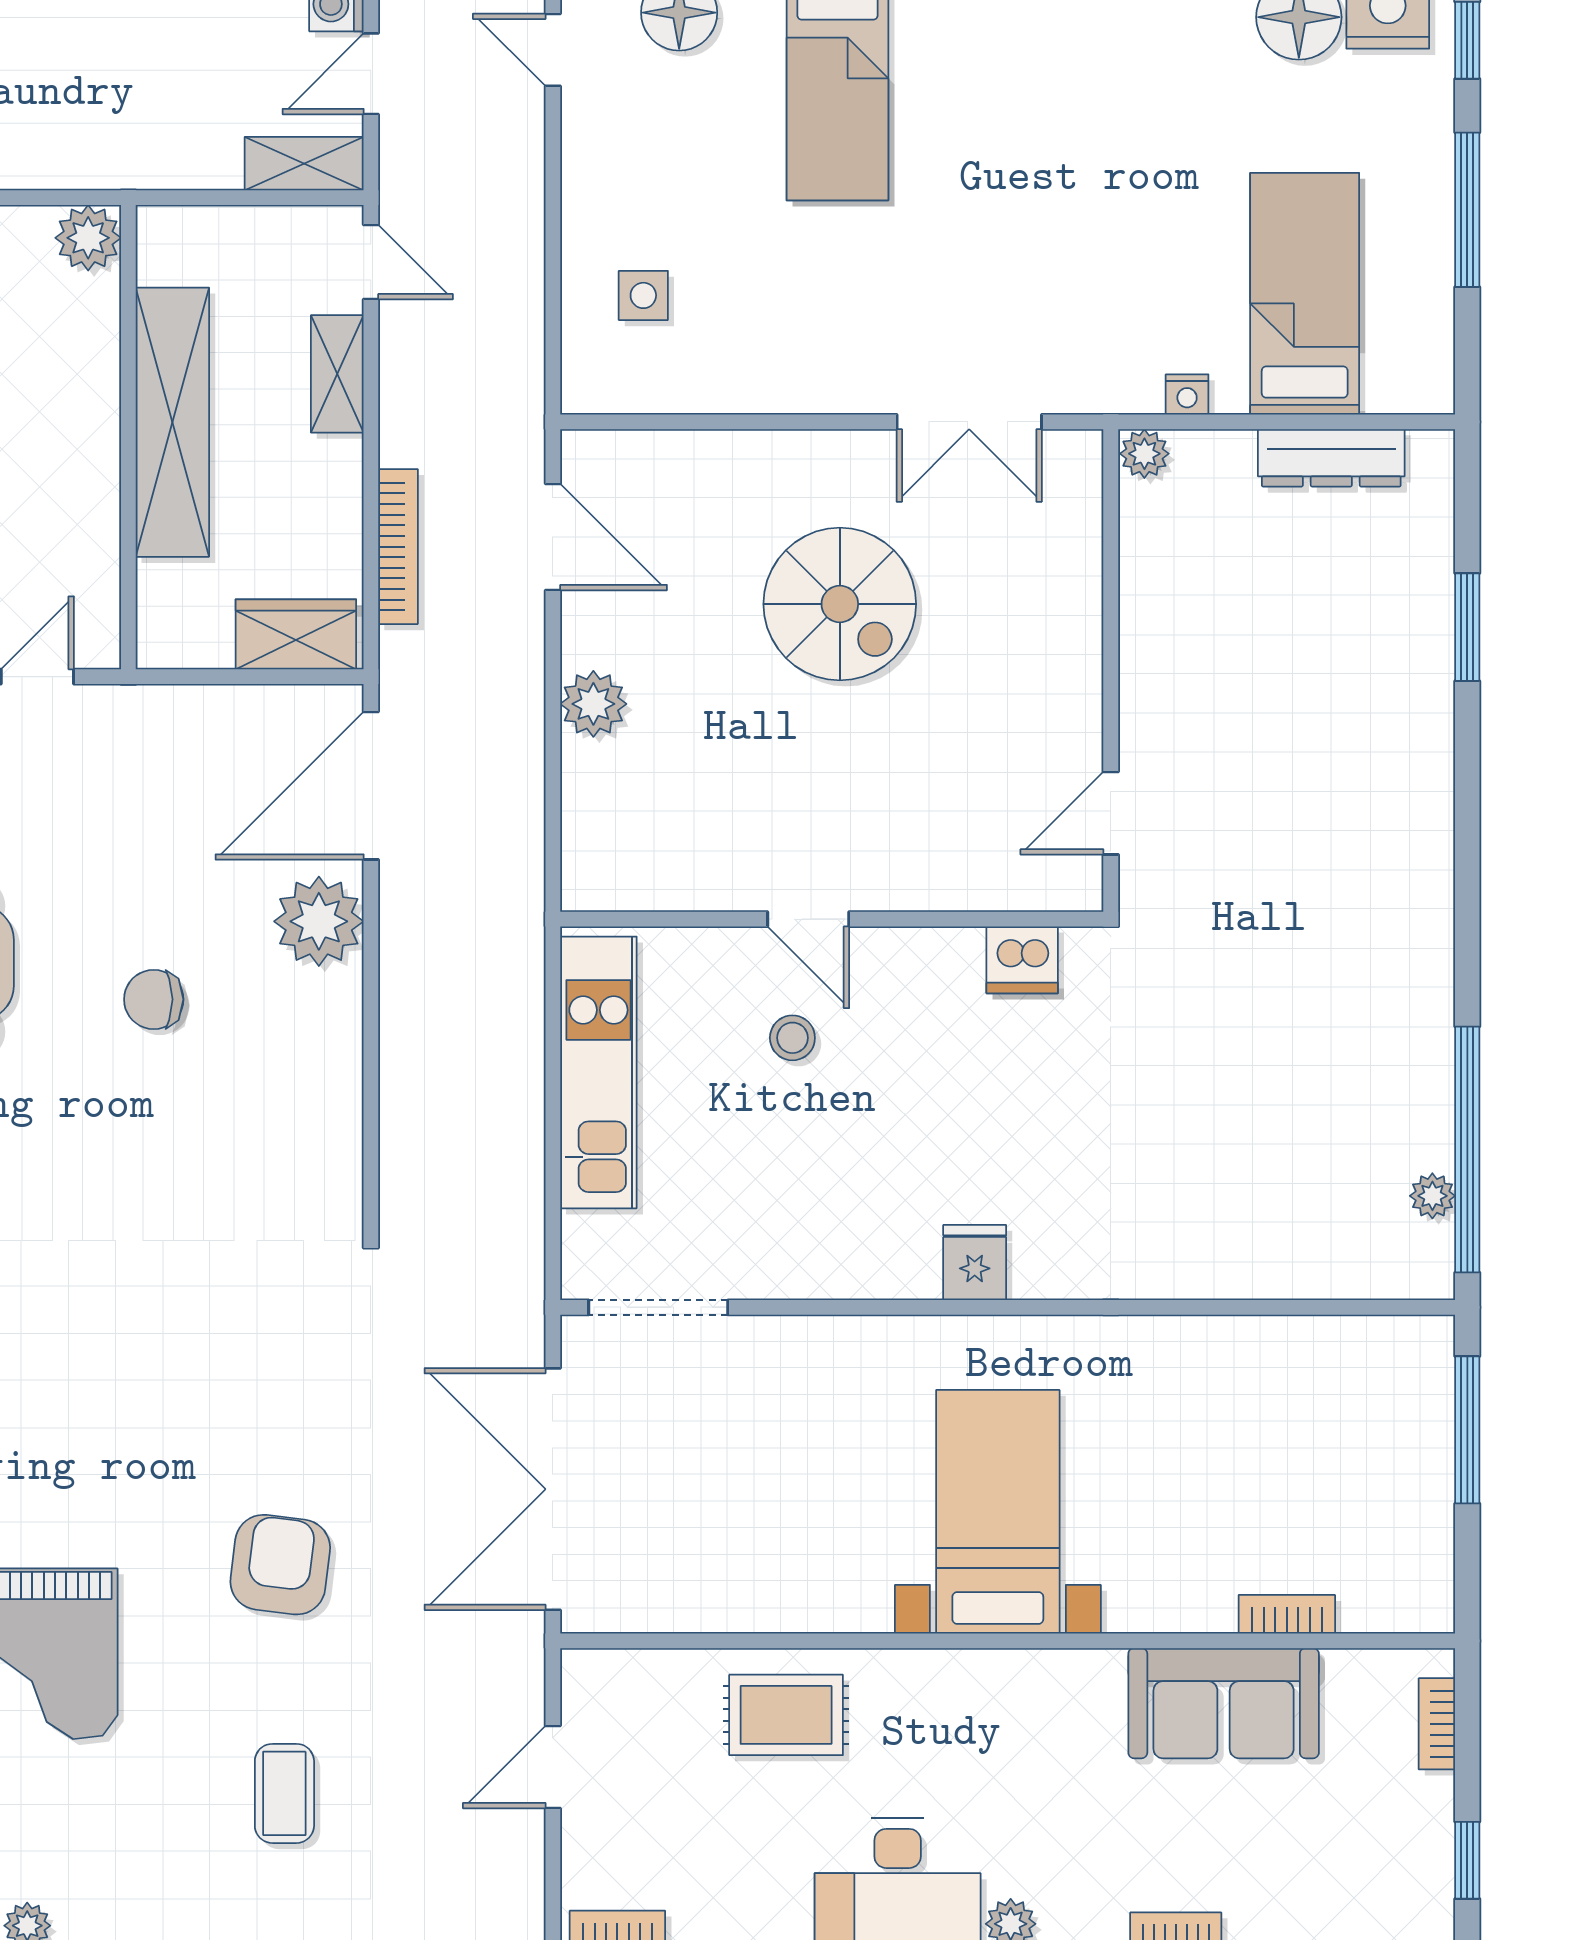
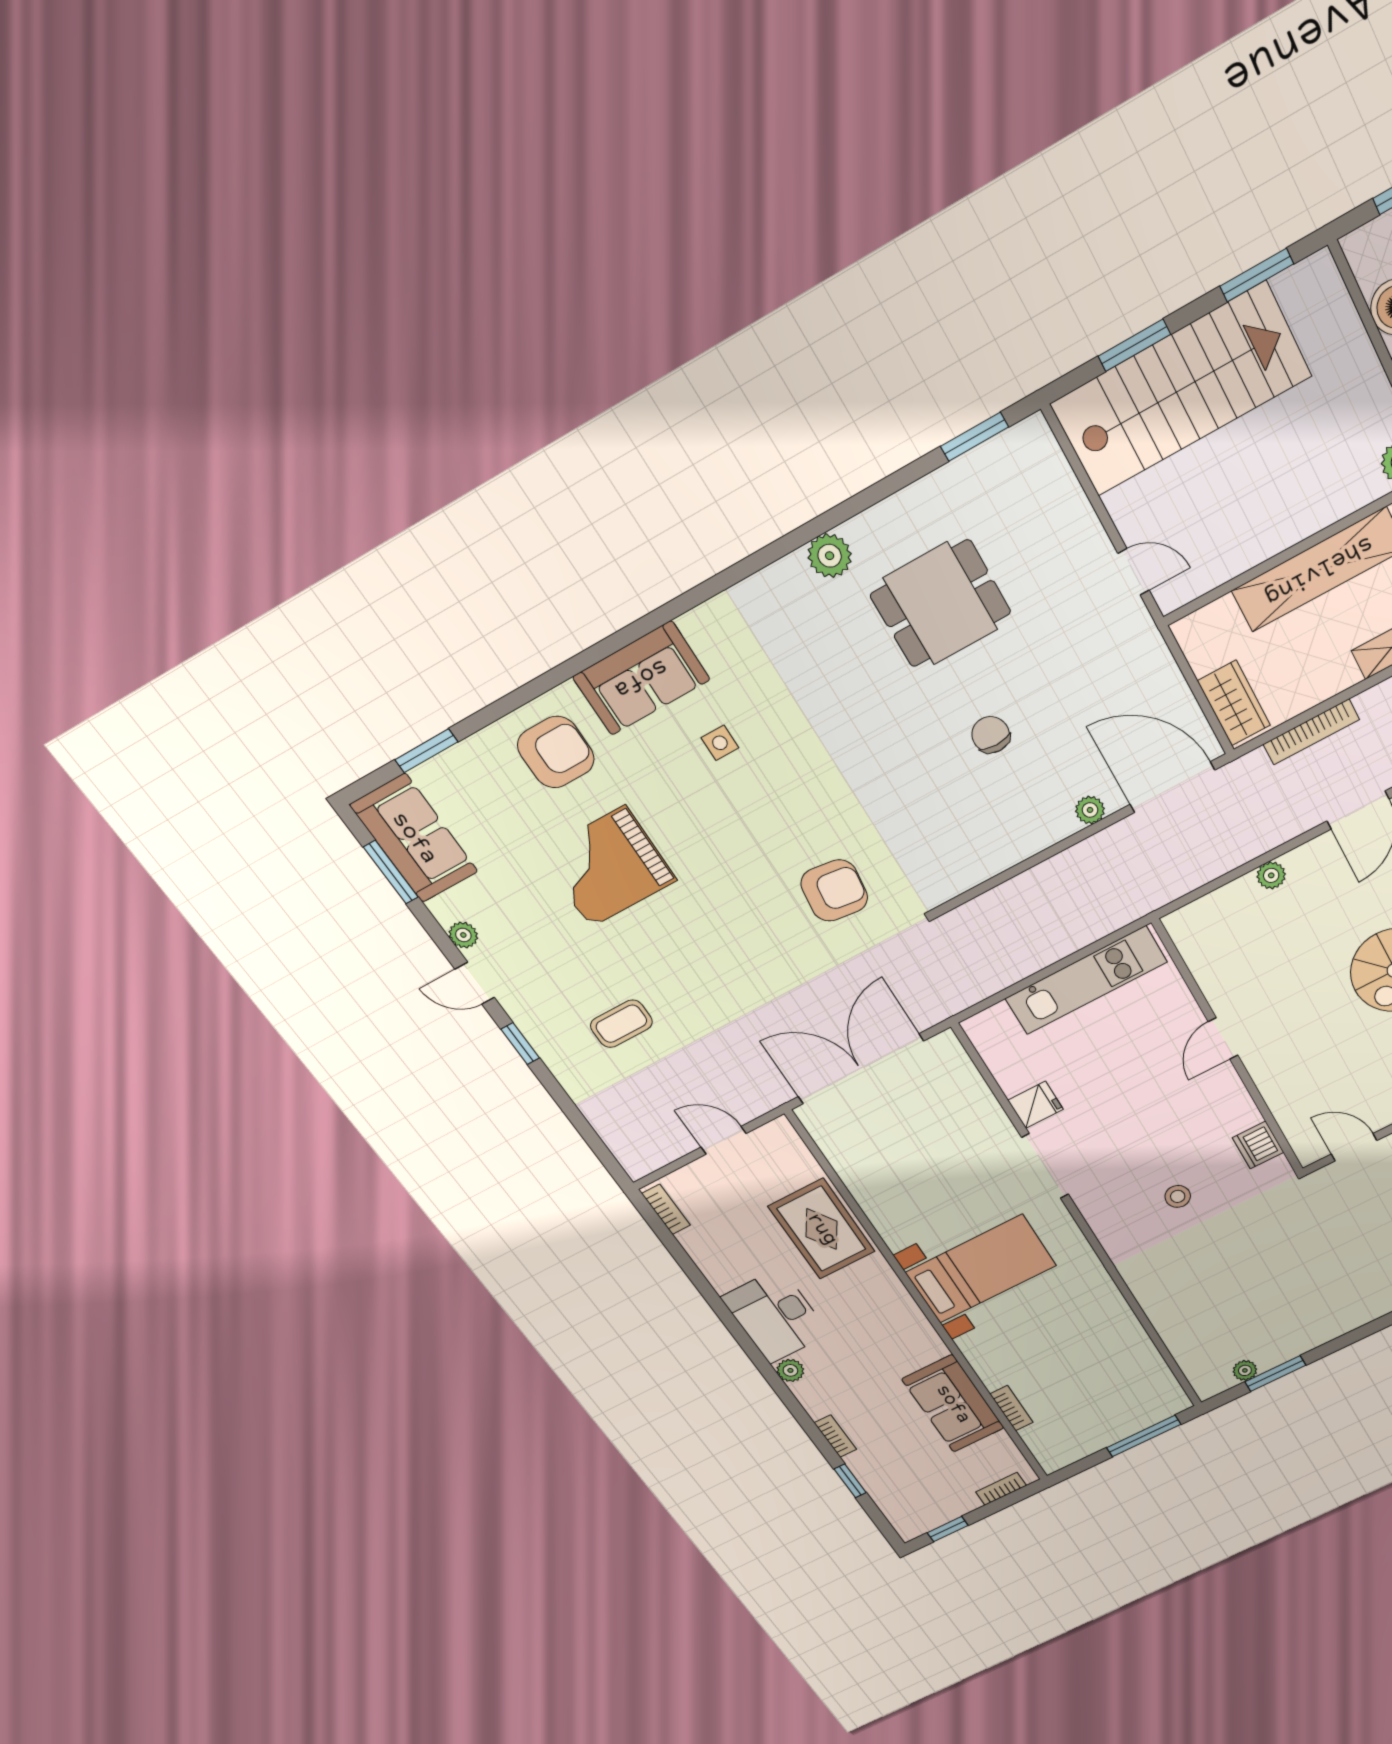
plant: (593, 704) -> (1271, 875), width x0.73, depth x0.73
plant: (319, 921) -> (1090, 810), width x0.53, depth x0.53
stool: (792, 1038) -> (1178, 1196), moved
window: (1467, 1149) -> (1275, 1374), width x0.47
fridge: (975, 1262) -> (1036, 1105), moved
doorway: (658, 1307) -> (1045, 1166), moved
armchair: (280, 1565) -> (834, 891), moved
rug: (786, 1715) -> (822, 1229), width x1.36, depth x1.43

